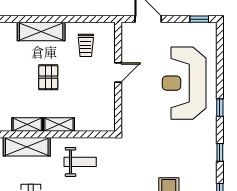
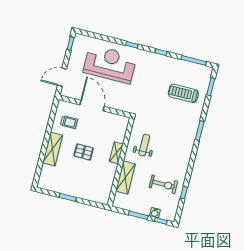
door: (118, 73) -> (92, 106), width x1.87
reception desk: (184, 83) -> (110, 64), turned 180
shelving: (27, 125) -> (111, 174), removed

